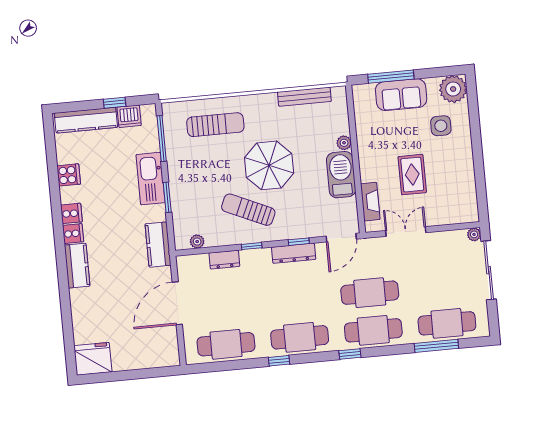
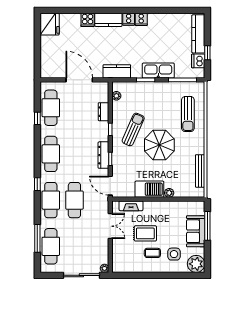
coffee table: (442, 160) -> (152, 253), added
cooker: (69, 175) -> (88, 20), moved
window: (279, 361) -> (37, 118), moved

